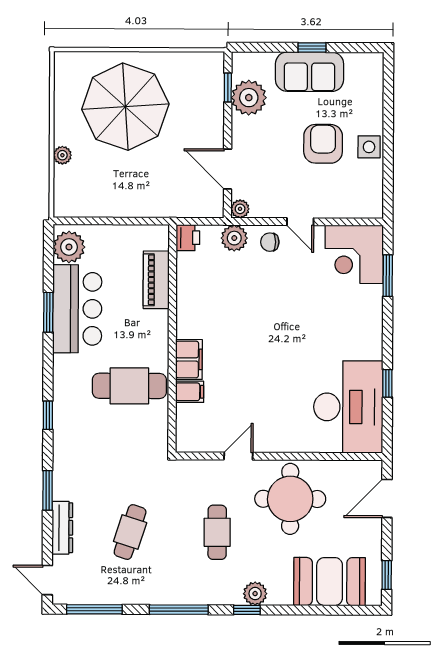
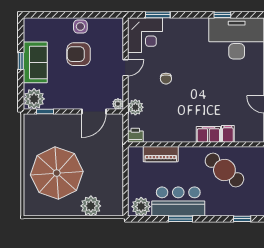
plant: (249, 98) -> (34, 99), moved
plant: (62, 155) -> (91, 206), width x1.88, depth x1.88
chair: (270, 242) -> (166, 79), moved
cafe table: (129, 386) -> (224, 170), turned -51

